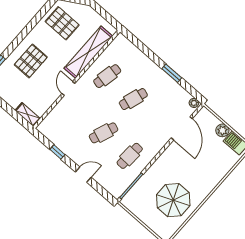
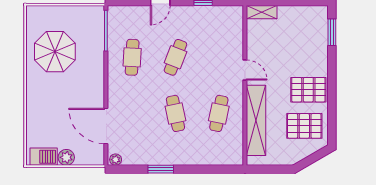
pallet: (31, 61) -> (308, 90), moved, turned 90
cafe table: (133, 99) -> (175, 113), turned -30

